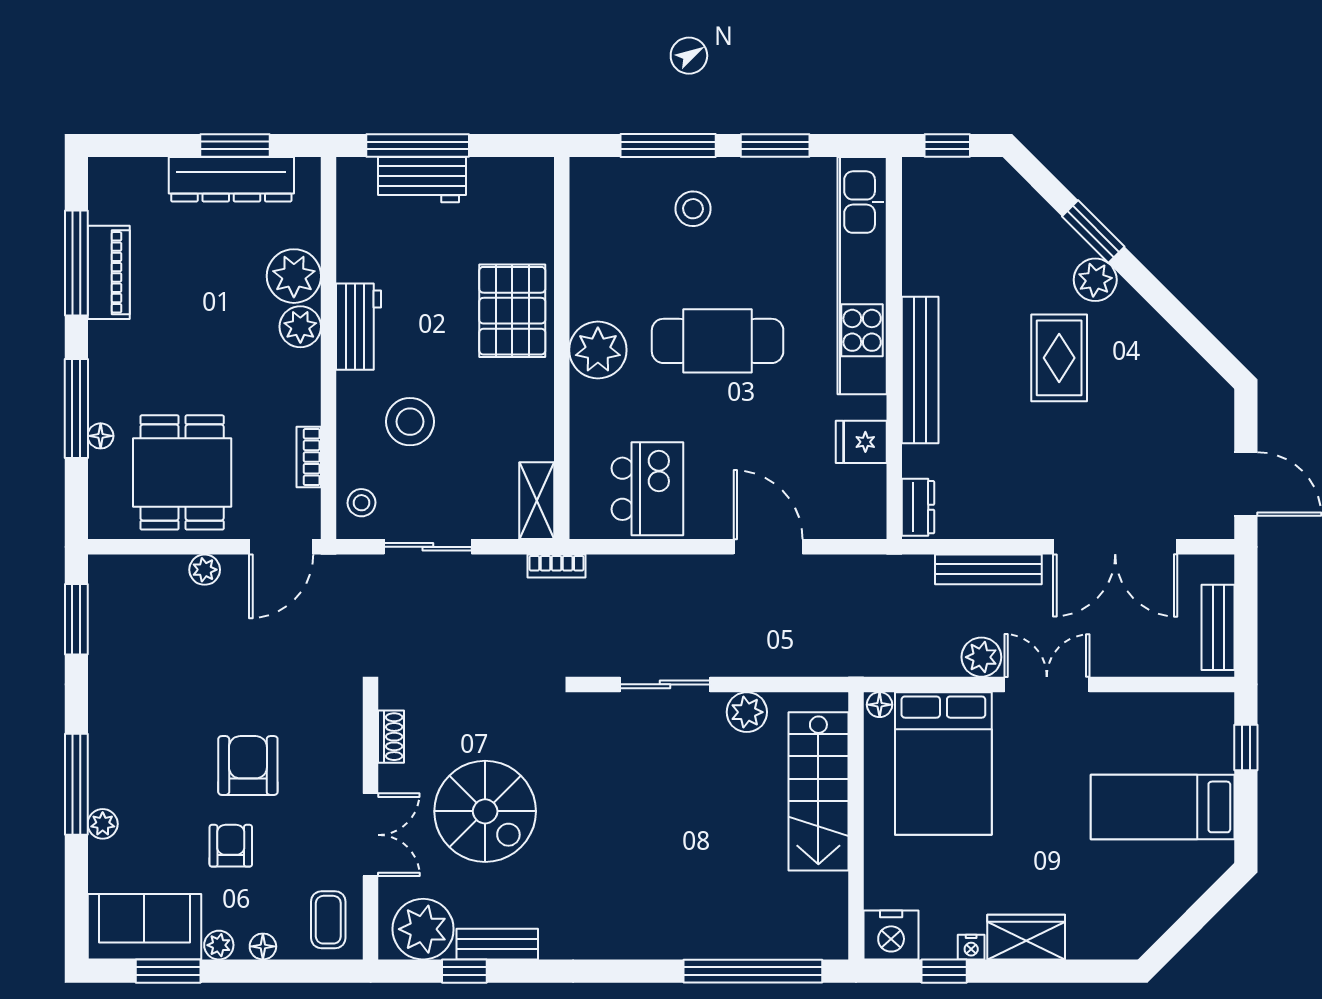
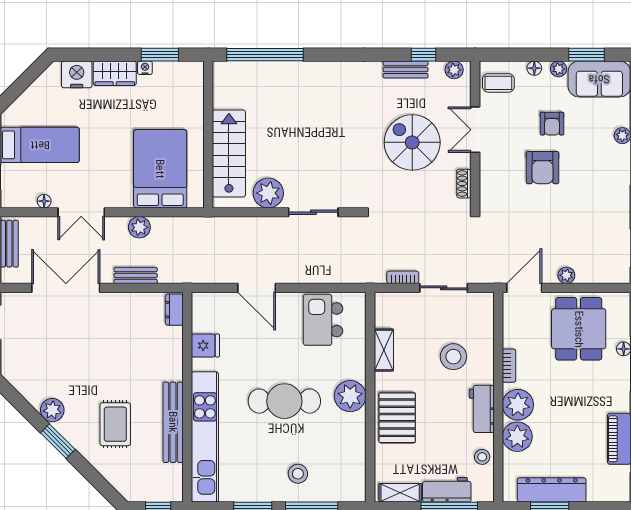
shelving: (507, 174) -> (400, 493), added
window: (1093, 231) -> (58, 441), moved
plant: (1095, 280) -> (52, 410), moved
plant: (300, 327) -> (518, 405), width x1.36, depth x1.36
rug: (1059, 358) -> (115, 424), moved
bench: (920, 370) -> (173, 422), moved
bookcase: (309, 457) -> (509, 366), moved
shelving: (537, 501) -> (384, 350), moved
stool: (361, 503) -> (482, 457), moved
bookcase: (557, 566) -> (403, 277), moved
bench: (988, 569) -> (136, 275), width x0.73
double door: (1047, 684) -> (81, 212), moved
floor lamp: (880, 705) -> (44, 201), moved
plant: (747, 712) -> (268, 193), width x1.36, depth x1.36
coffee table: (328, 920) -> (498, 83), turned 90
plant: (423, 929) -> (454, 70), width x0.53, depth x0.53
nightstand: (891, 935) -> (77, 74), moved
window: (944, 971) -> (160, 55), width x1.50

